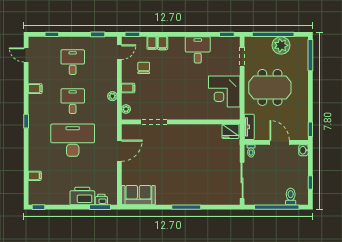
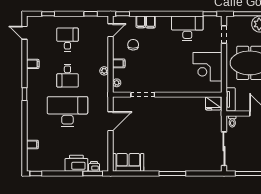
desk: (198, 50) -> (187, 28), width x1.37
desk: (73, 101) -> (67, 76), turned 180

